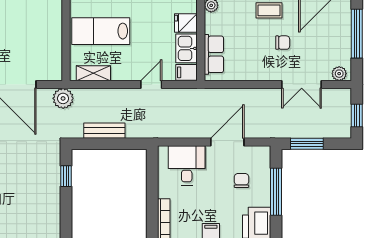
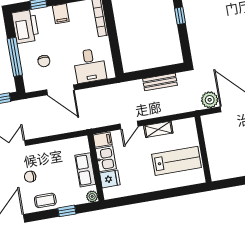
row of seats: (214, 54) -> (85, 170), moved
shelving: (93, 73) -> (158, 129), moved
plant: (63, 98) -> (210, 100), moved
door: (227, 142) -> (60, 90), hinge flipped
window: (66, 176) -> (180, 16), moved

